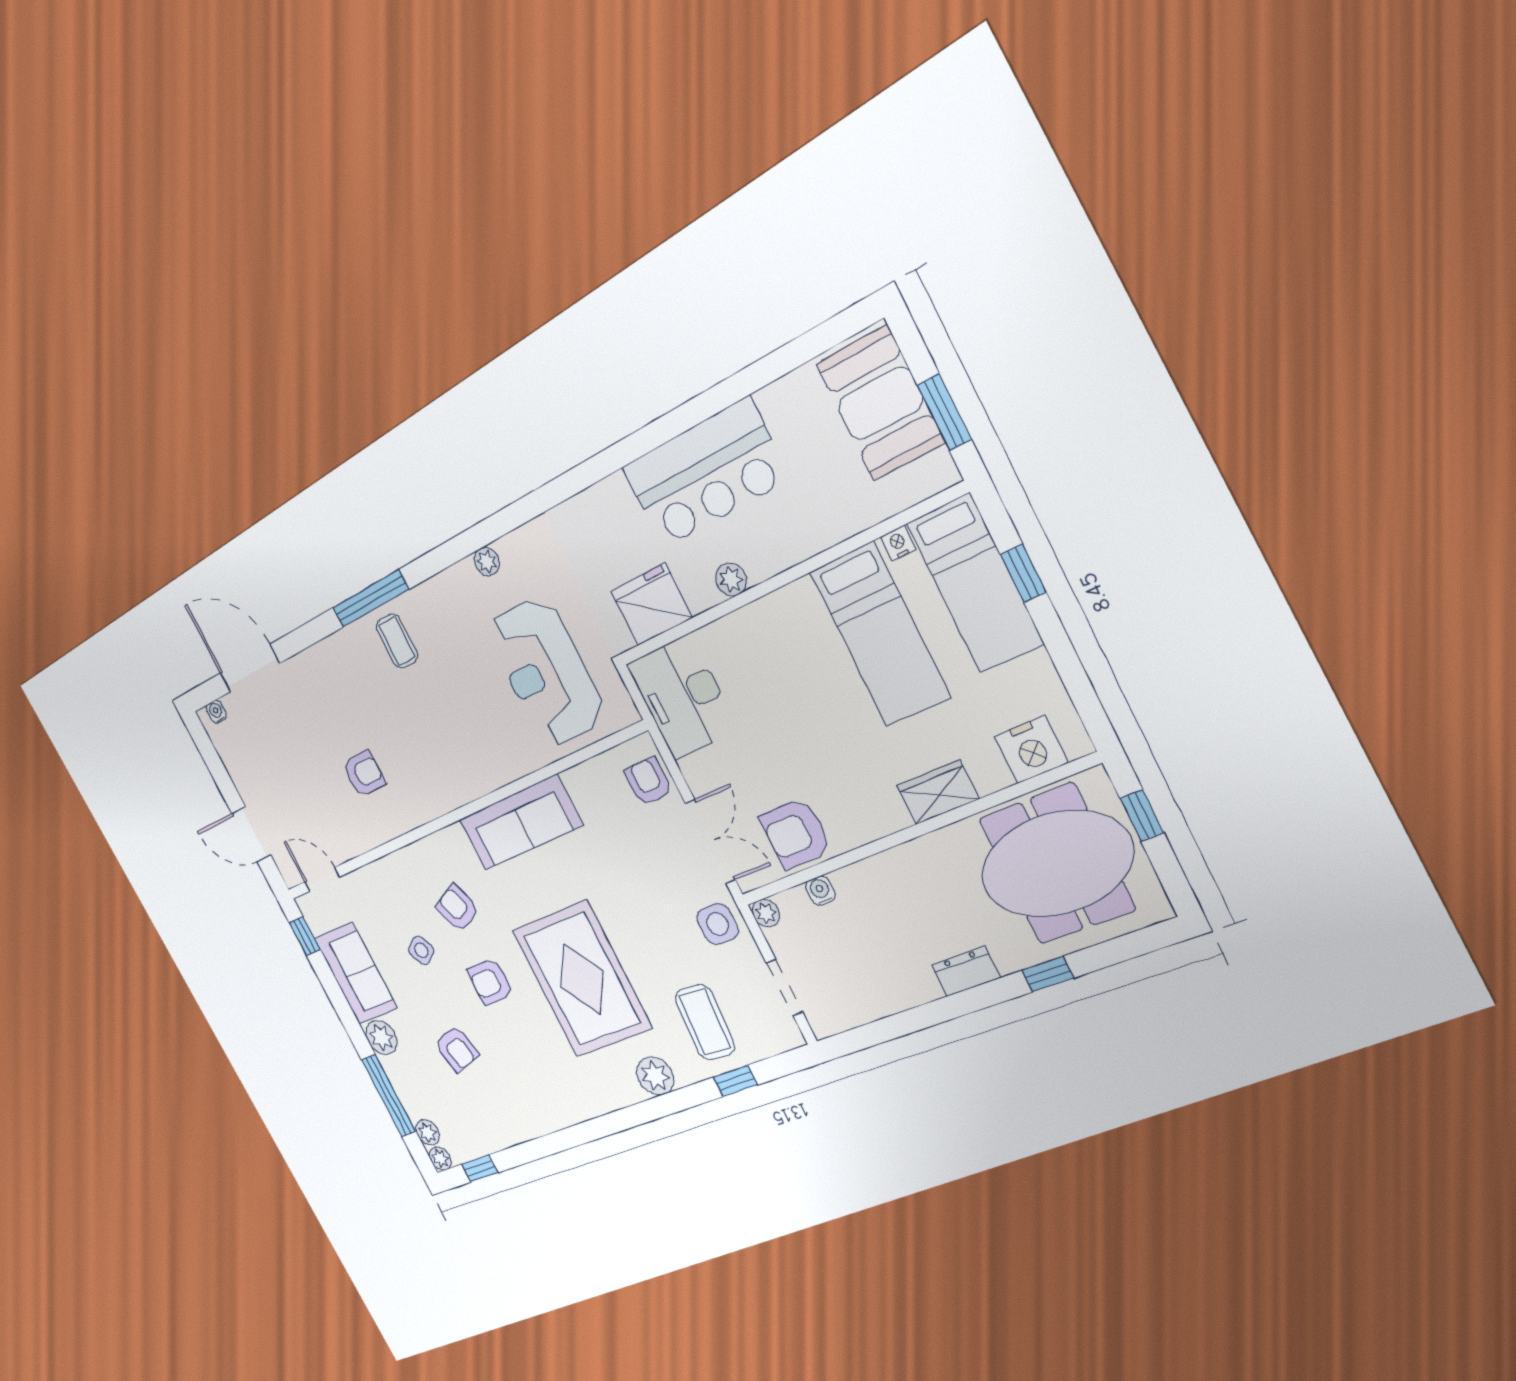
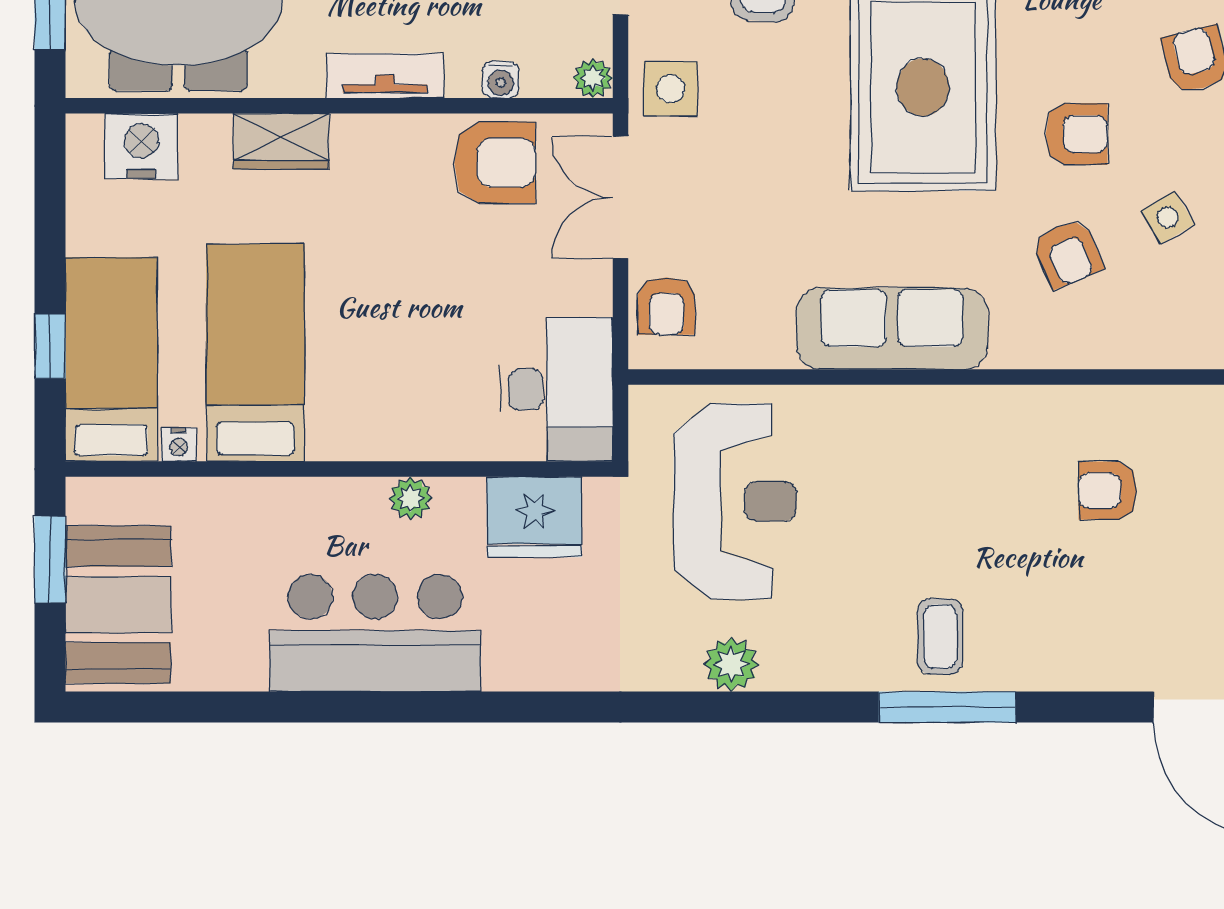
plant: (487, 562) -> (731, 664), width x1.38, depth x1.38
tv unit: (893, 865) -> (385, 76), added

